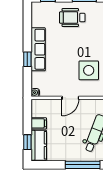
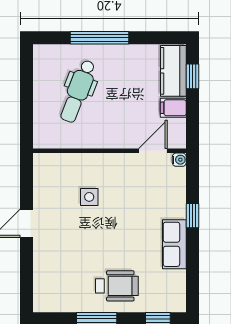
row of seats: (38, 49) -> (174, 244), width x0.68
side table: (89, 70) -> (89, 197), width x0.54, depth x0.54
door: (70, 98) -> (153, 151), moved

